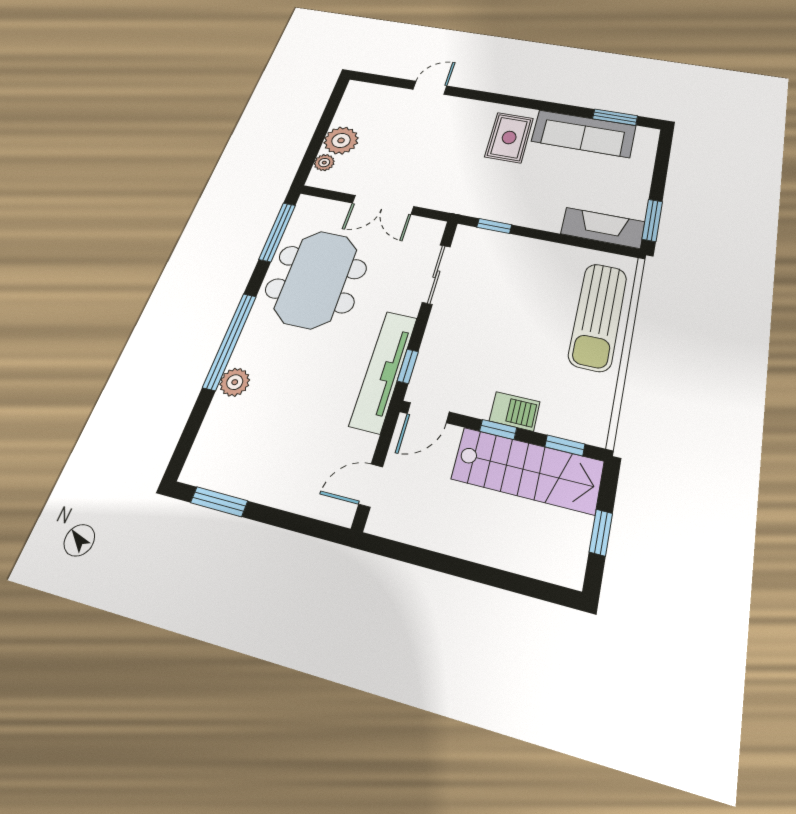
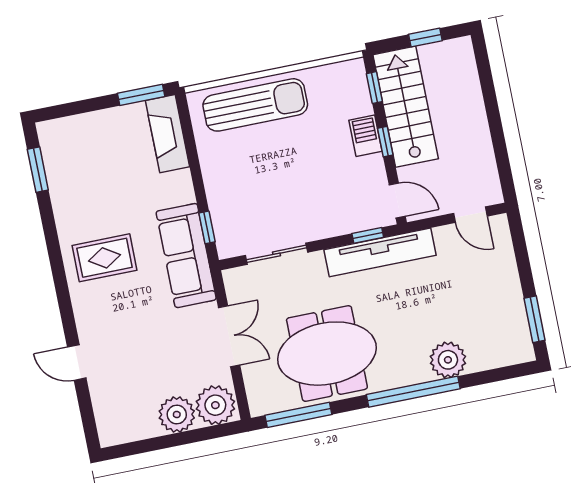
sofa: (584, 133) -> (186, 256), moved, turned 180
plant: (324, 163) -> (215, 405), width x1.88, depth x1.88
plant: (235, 382) -> (448, 360), width x1.36, depth x1.36

